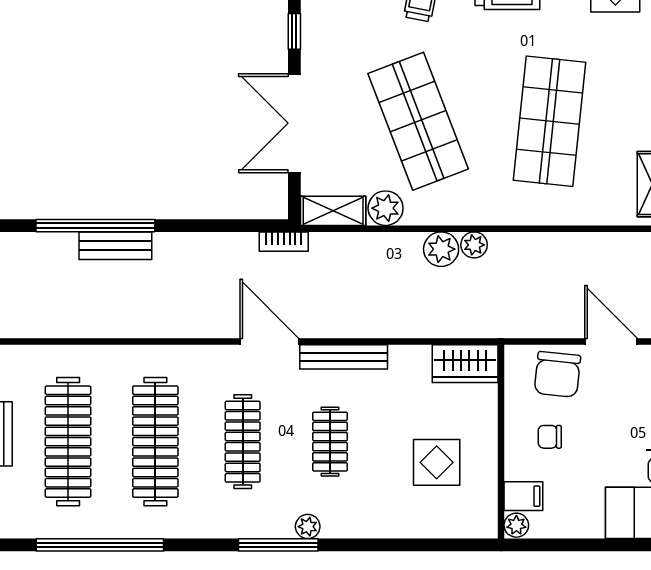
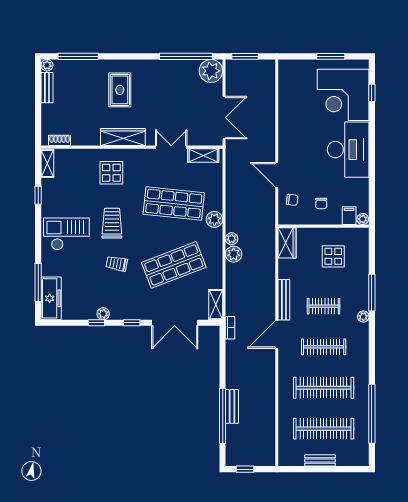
plant: (386, 208) -> (214, 219), moved
door: (611, 341) -> (277, 175), hinge flipped
chair: (557, 374) -> (292, 200), width x0.54, depth x0.54
window: (278, 545) -> (372, 293), moved

